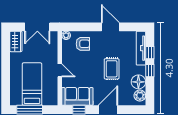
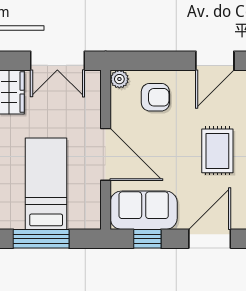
door: (110, 27) -> (215, 61), swing flipped
door: (60, 70) -> (106, 154), width x1.88

